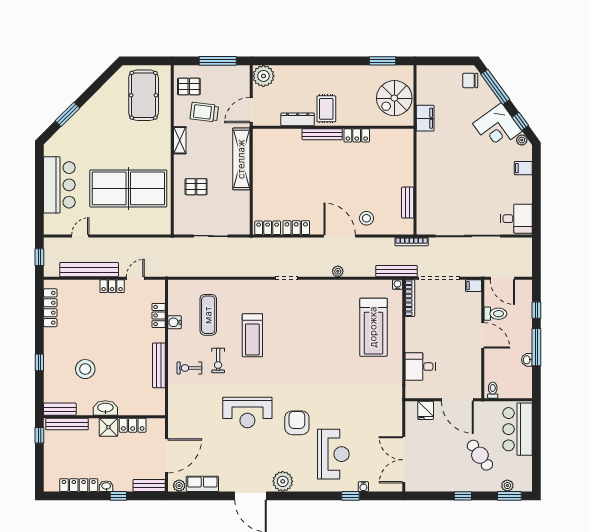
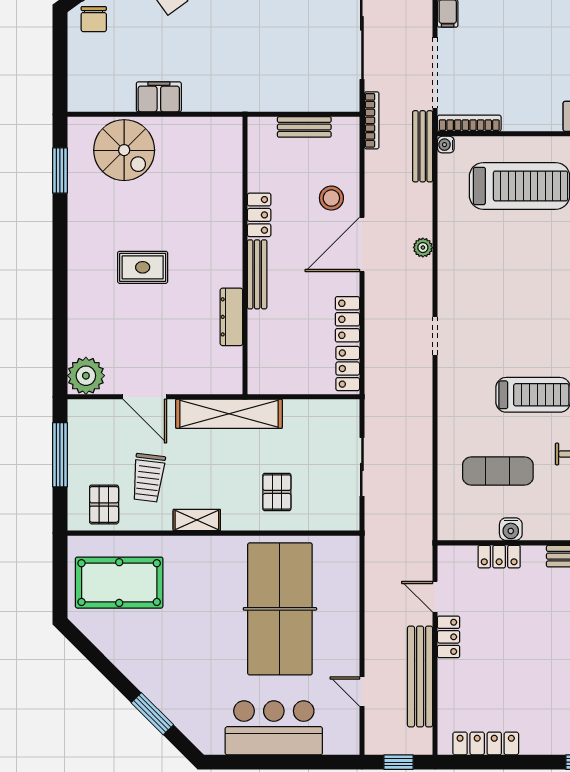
dresser: (298, 119) -> (231, 317), moved
wall: (333, 127) -> (245, 256), moved
bench: (322, 134) -> (257, 274), moved
locker: (357, 135) -> (259, 215), moved

